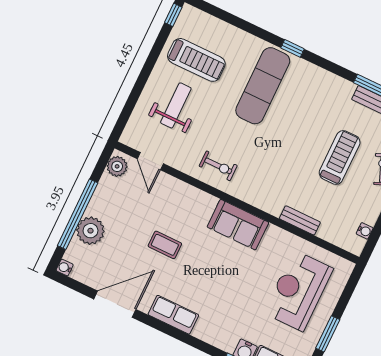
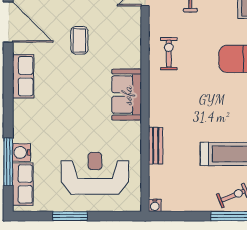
exercise bike: (218, 166) -> (169, 54), turned 180
water cooler: (365, 231) -> (155, 205), moved

